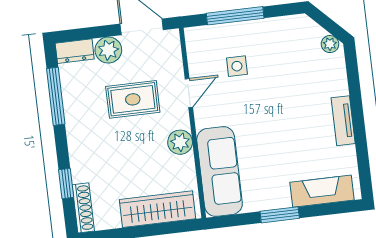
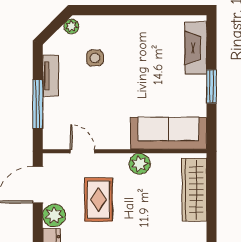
side table: (237, 66) -> (95, 58), moved
door: (189, 93) -> (83, 151), moved
tv unit: (343, 121) -> (51, 76), moved, turned -90

